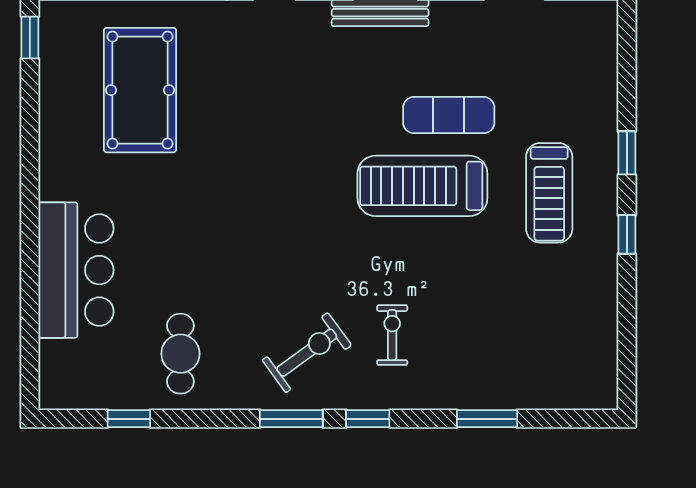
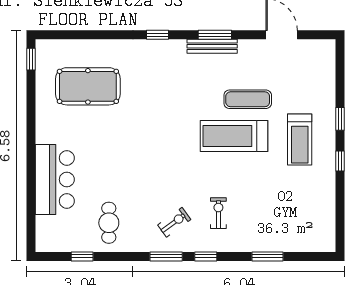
pool table: (140, 90) -> (88, 86), turned 90
exercise bike: (307, 353) -> (174, 222), width x0.73, depth x0.72

